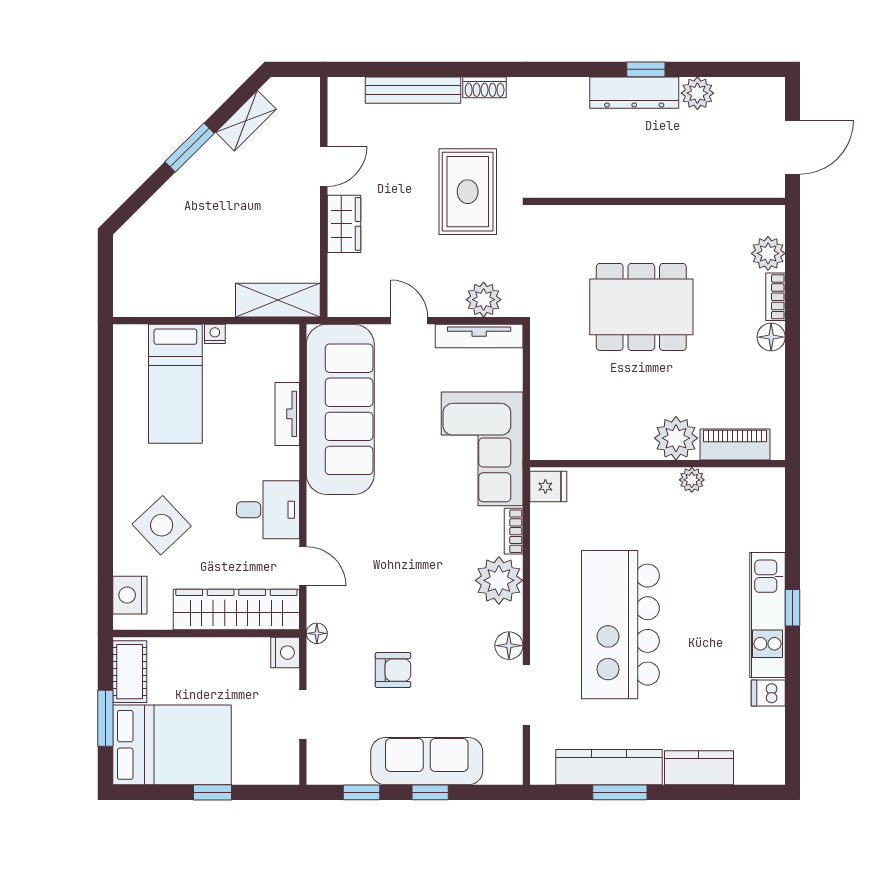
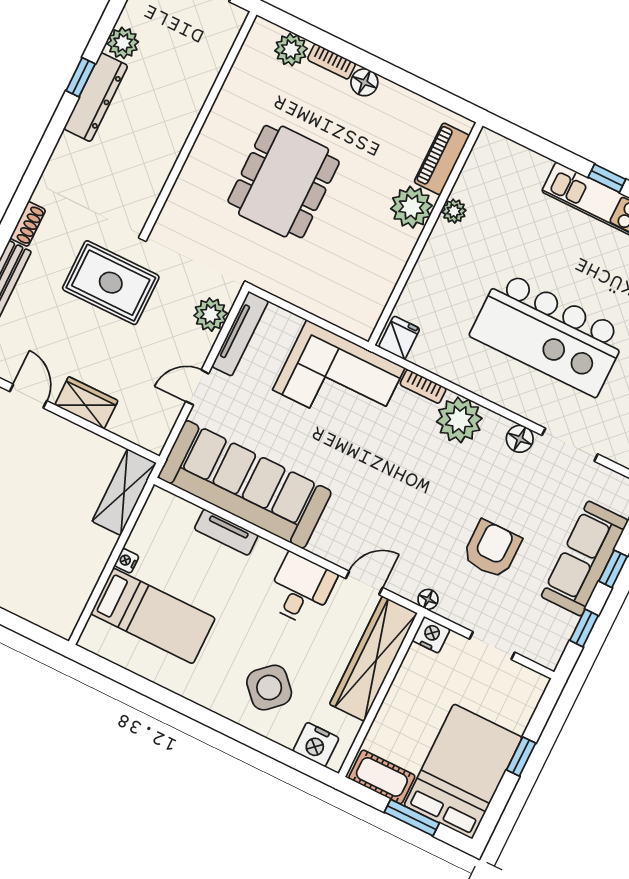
armchair: (393, 670) -> (492, 549), width x1.38, depth x1.38

